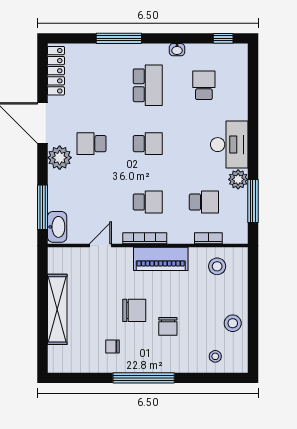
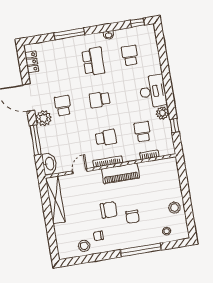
locker: (56, 71) -> (32, 62), width x0.66
school desk: (92, 144) -> (63, 106), turned 90
school desk: (148, 144) -> (100, 100), turned 180
window: (253, 201) -> (174, 126), width x0.46
school desk: (204, 202) -> (143, 132), turned -90
window: (42, 207) -> (36, 140), moved
stool: (217, 266) -> (84, 246), moved
shelving: (57, 309) -> (55, 200), moved
window: (144, 378) -> (141, 250), moved

